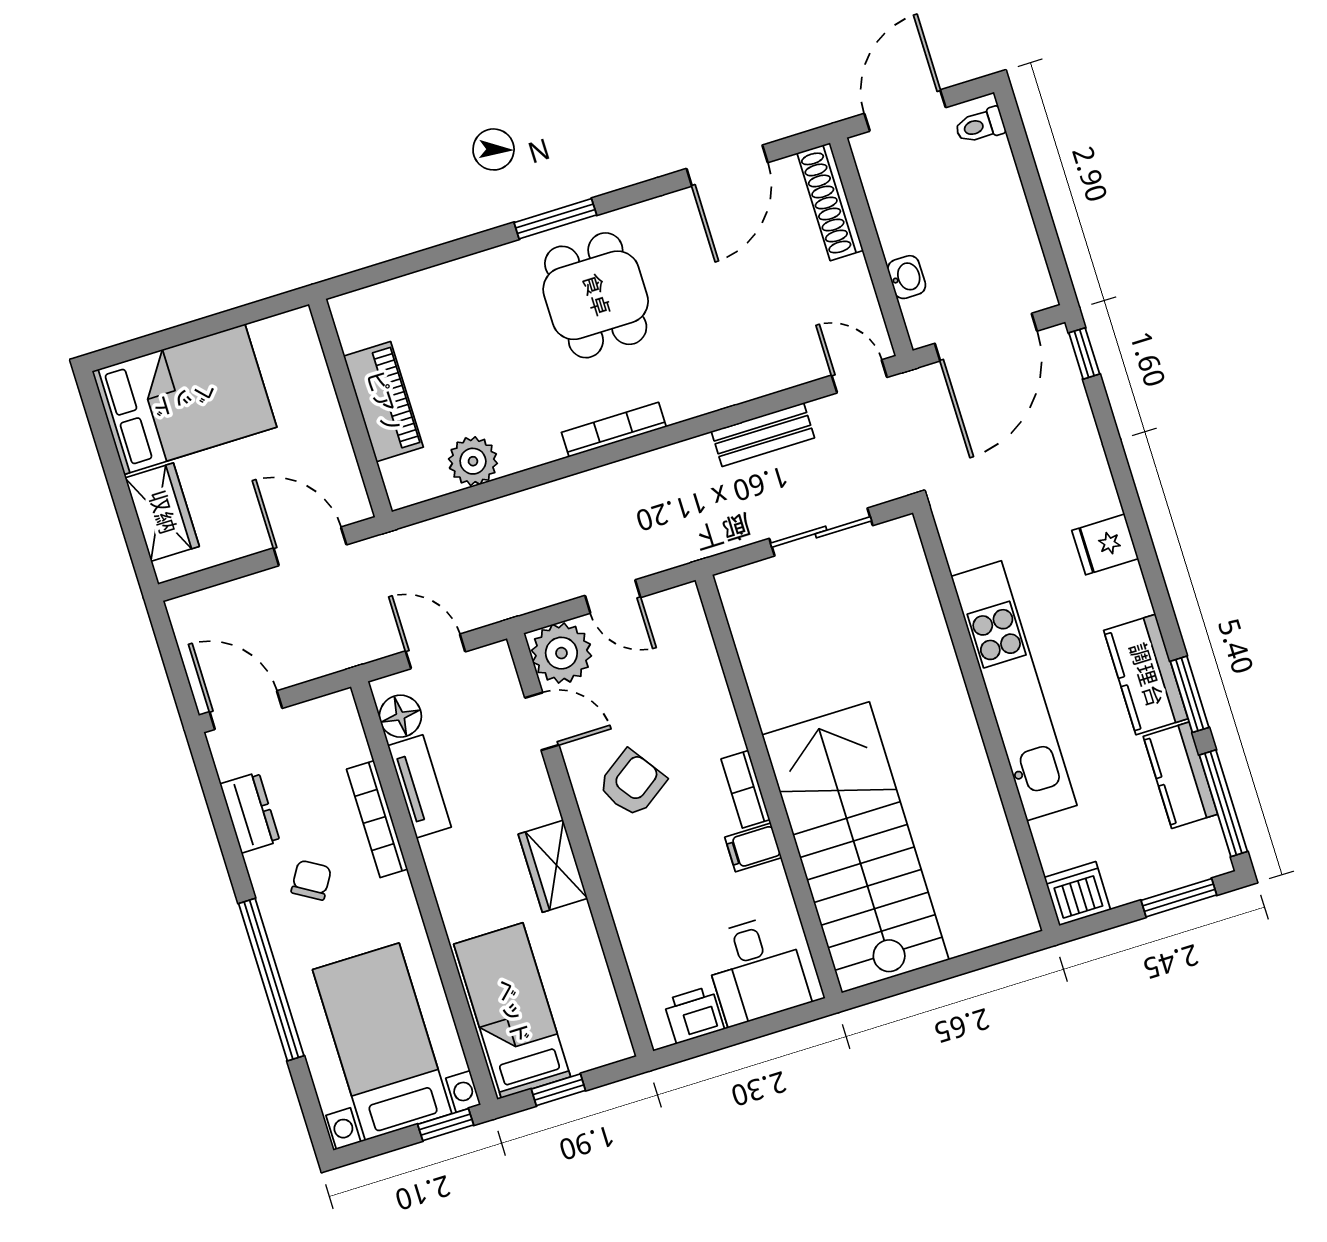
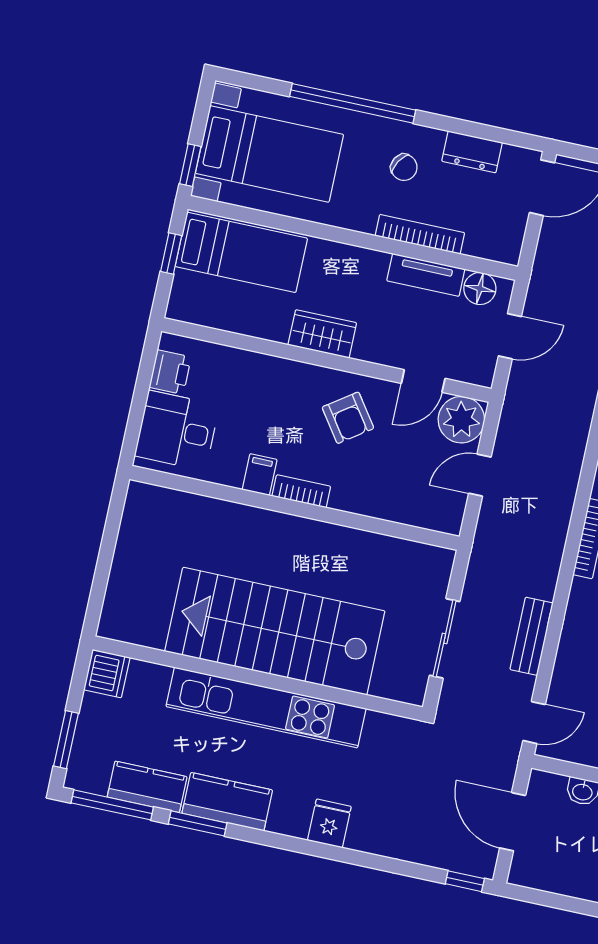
door: (986, 337) -> (513, 822), width x0.73
stairs: (856, 847) -> (275, 631), moved, turned 180

